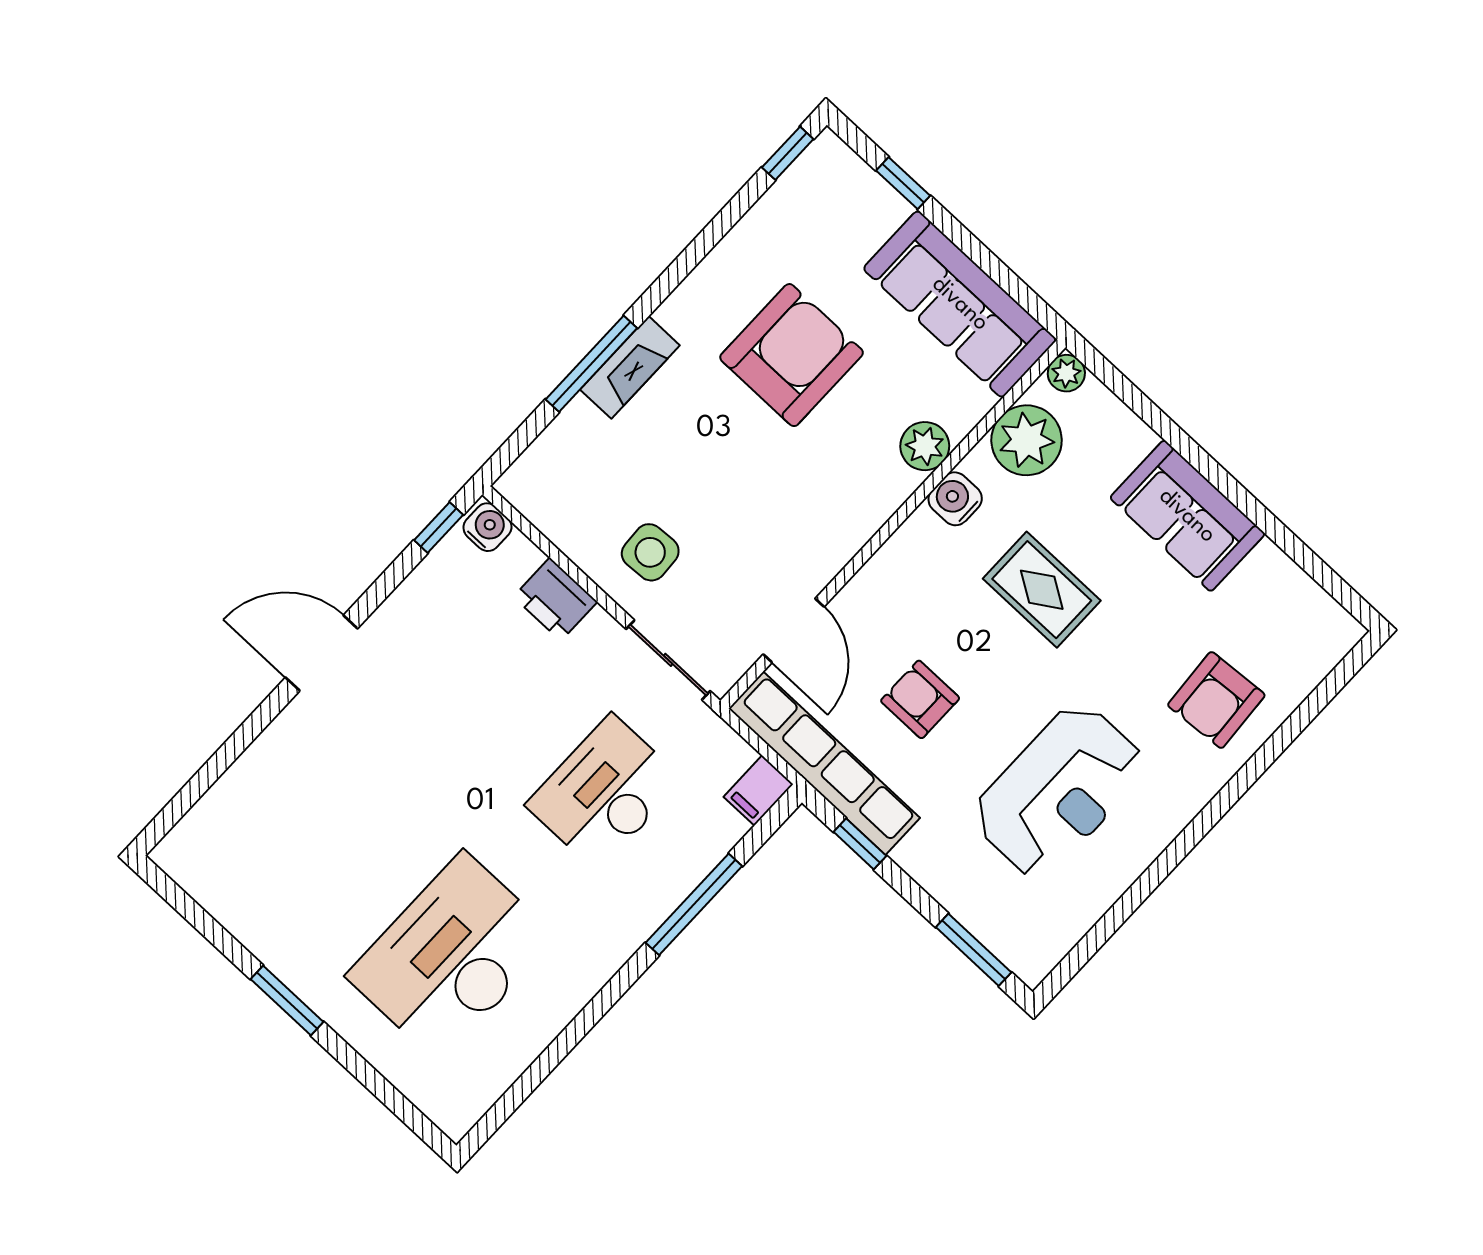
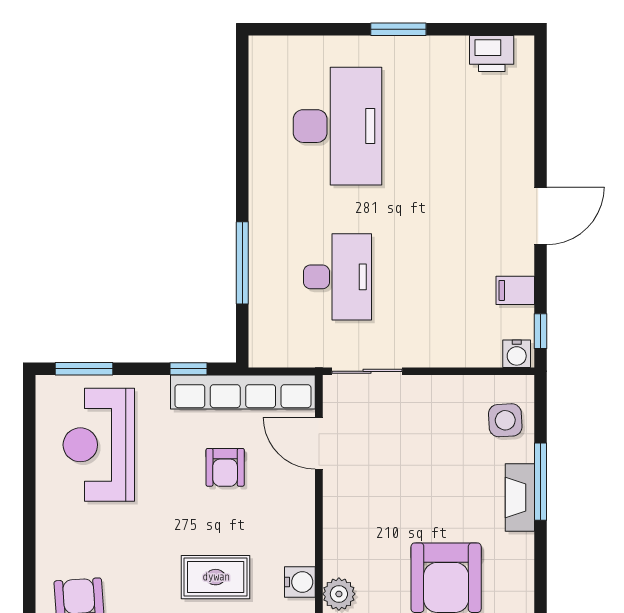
side table: (650, 552) -> (505, 420), moved
printer: (555, 599) -> (492, 54), moved, turned 180
armchair: (920, 699) -> (225, 467), turned 90
filing cabinet: (758, 791) -> (515, 290), moved, turned -90
reception desk: (1059, 791) -> (99, 445), moved

